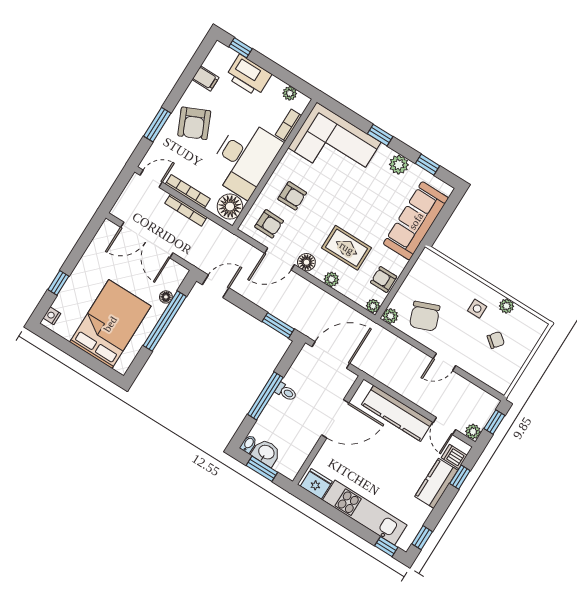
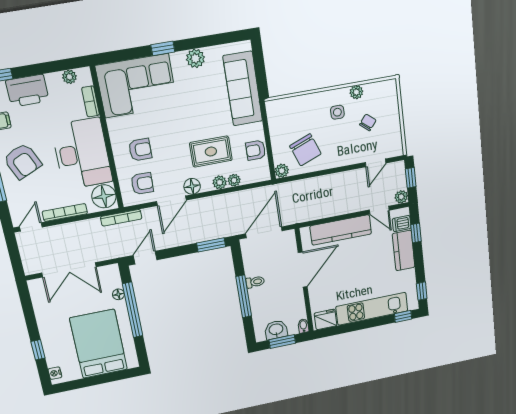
window: (428, 165) -> (216, 40), removed
bookcase: (186, 210) -> (121, 218), moved
plant: (373, 306) -> (234, 180), moved
door: (444, 362) -> (376, 163), moved
bidet: (248, 444) -> (303, 326), moved

